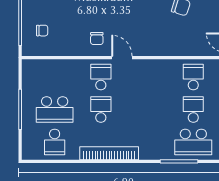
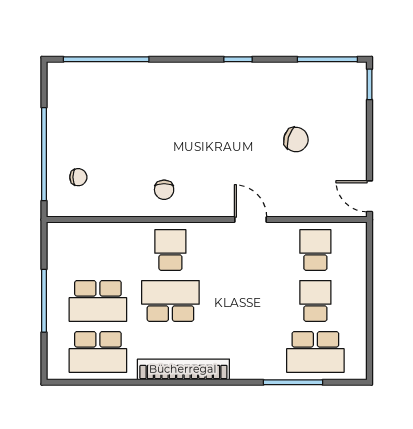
door: (122, 58) -> (251, 220), moved
school desk: (101, 109) -> (170, 301), width x1.85
school desk: (55, 142) -> (98, 352), width x1.85

